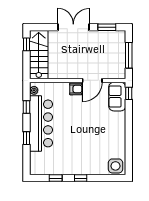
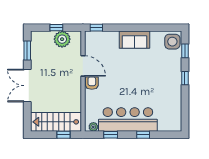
window: (26, 44) -> (64, 135), moved
window: (129, 55) -> (56, 28), width x0.46
plant: (118, 61) -> (62, 39), added
sofa: (117, 97) -> (134, 40), moved
window: (56, 178) -> (185, 51), moved

